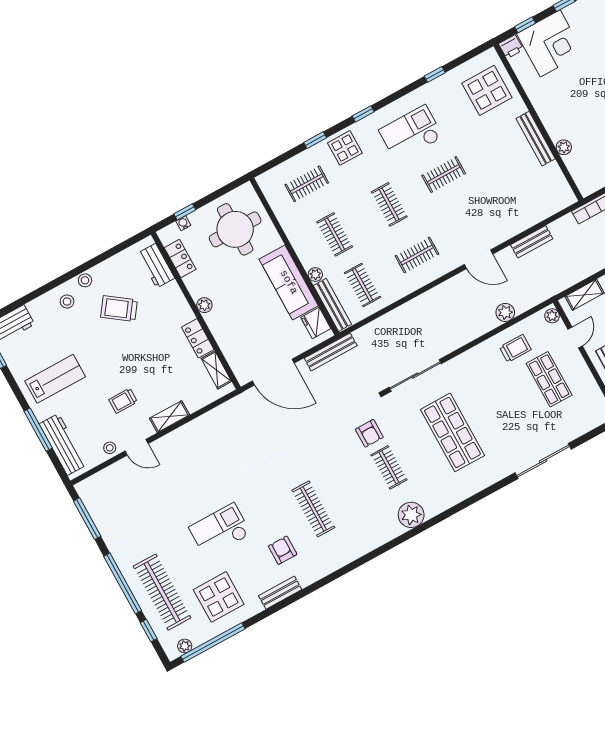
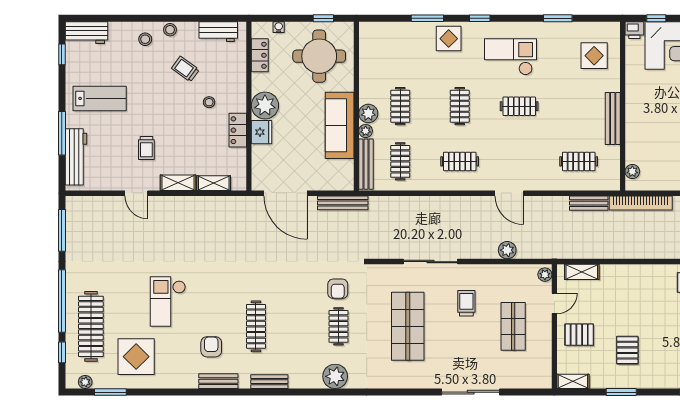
window: (435, 74) -> (558, 18), width x1.50
display table: (487, 90) -> (594, 56), width x0.73, depth x0.73
window: (315, 140) -> (427, 18), width x1.50
plant: (564, 147) -> (632, 171), moved
clothes rail: (307, 184) -> (579, 161), moved
window: (185, 212) -> (323, 18), moved
bench: (532, 242) -> (589, 203), moved
plant: (309, 257) -> (368, 113), added
workbench: (156, 266) -> (218, 32), moved, turned -90
plant: (204, 305) -> (265, 105), width x1.87, depth x1.87
trolley: (119, 309) -> (185, 69), width x0.73, depth x0.72
fridge: (316, 323) -> (262, 132), moved, turned 180
trolley: (515, 348) -> (466, 303), moved, turned -90
shelving: (216, 370) -> (214, 183), moved, turned 90
sliding door: (415, 376) -> (431, 262), moved
trolley: (123, 401) -> (146, 148), turned -90
stool: (110, 448) -> (209, 102), moved
checkout: (220, 531) -> (168, 301), turned -90
bench: (353, 553) -> (269, 382), added
bench: (280, 593) -> (218, 381), moved
window: (213, 643) -> (110, 392), width x0.47

